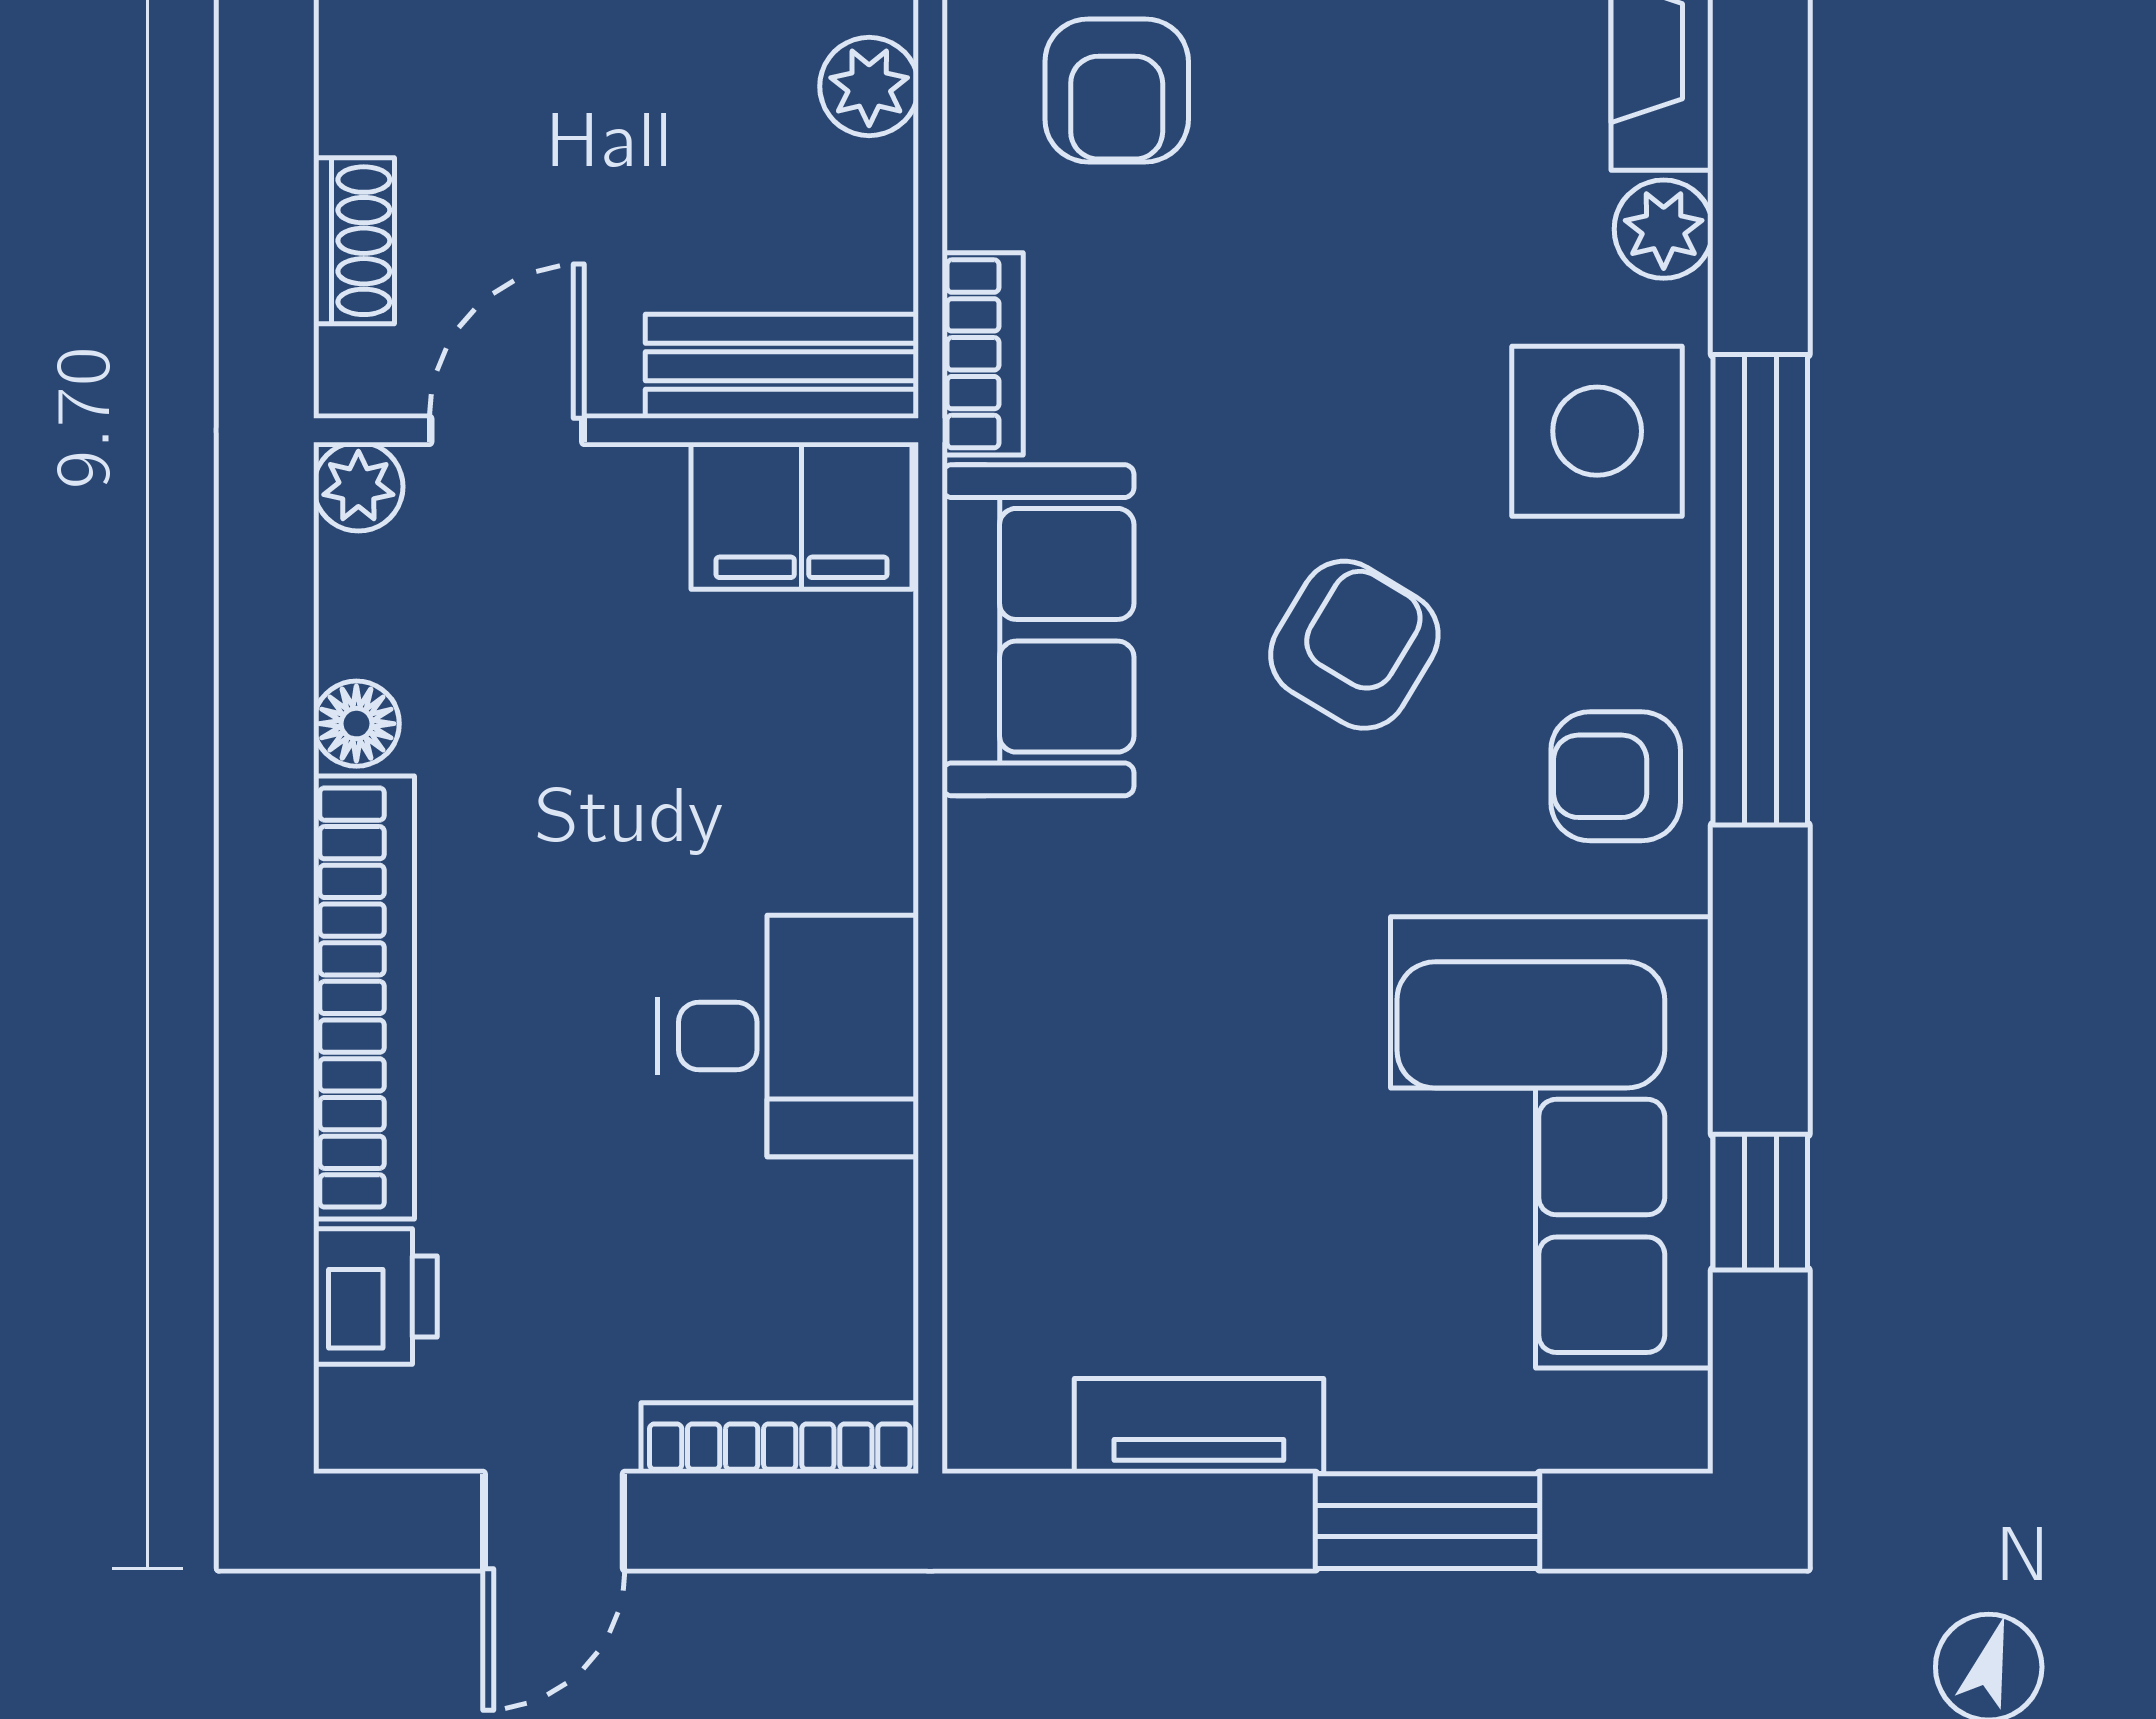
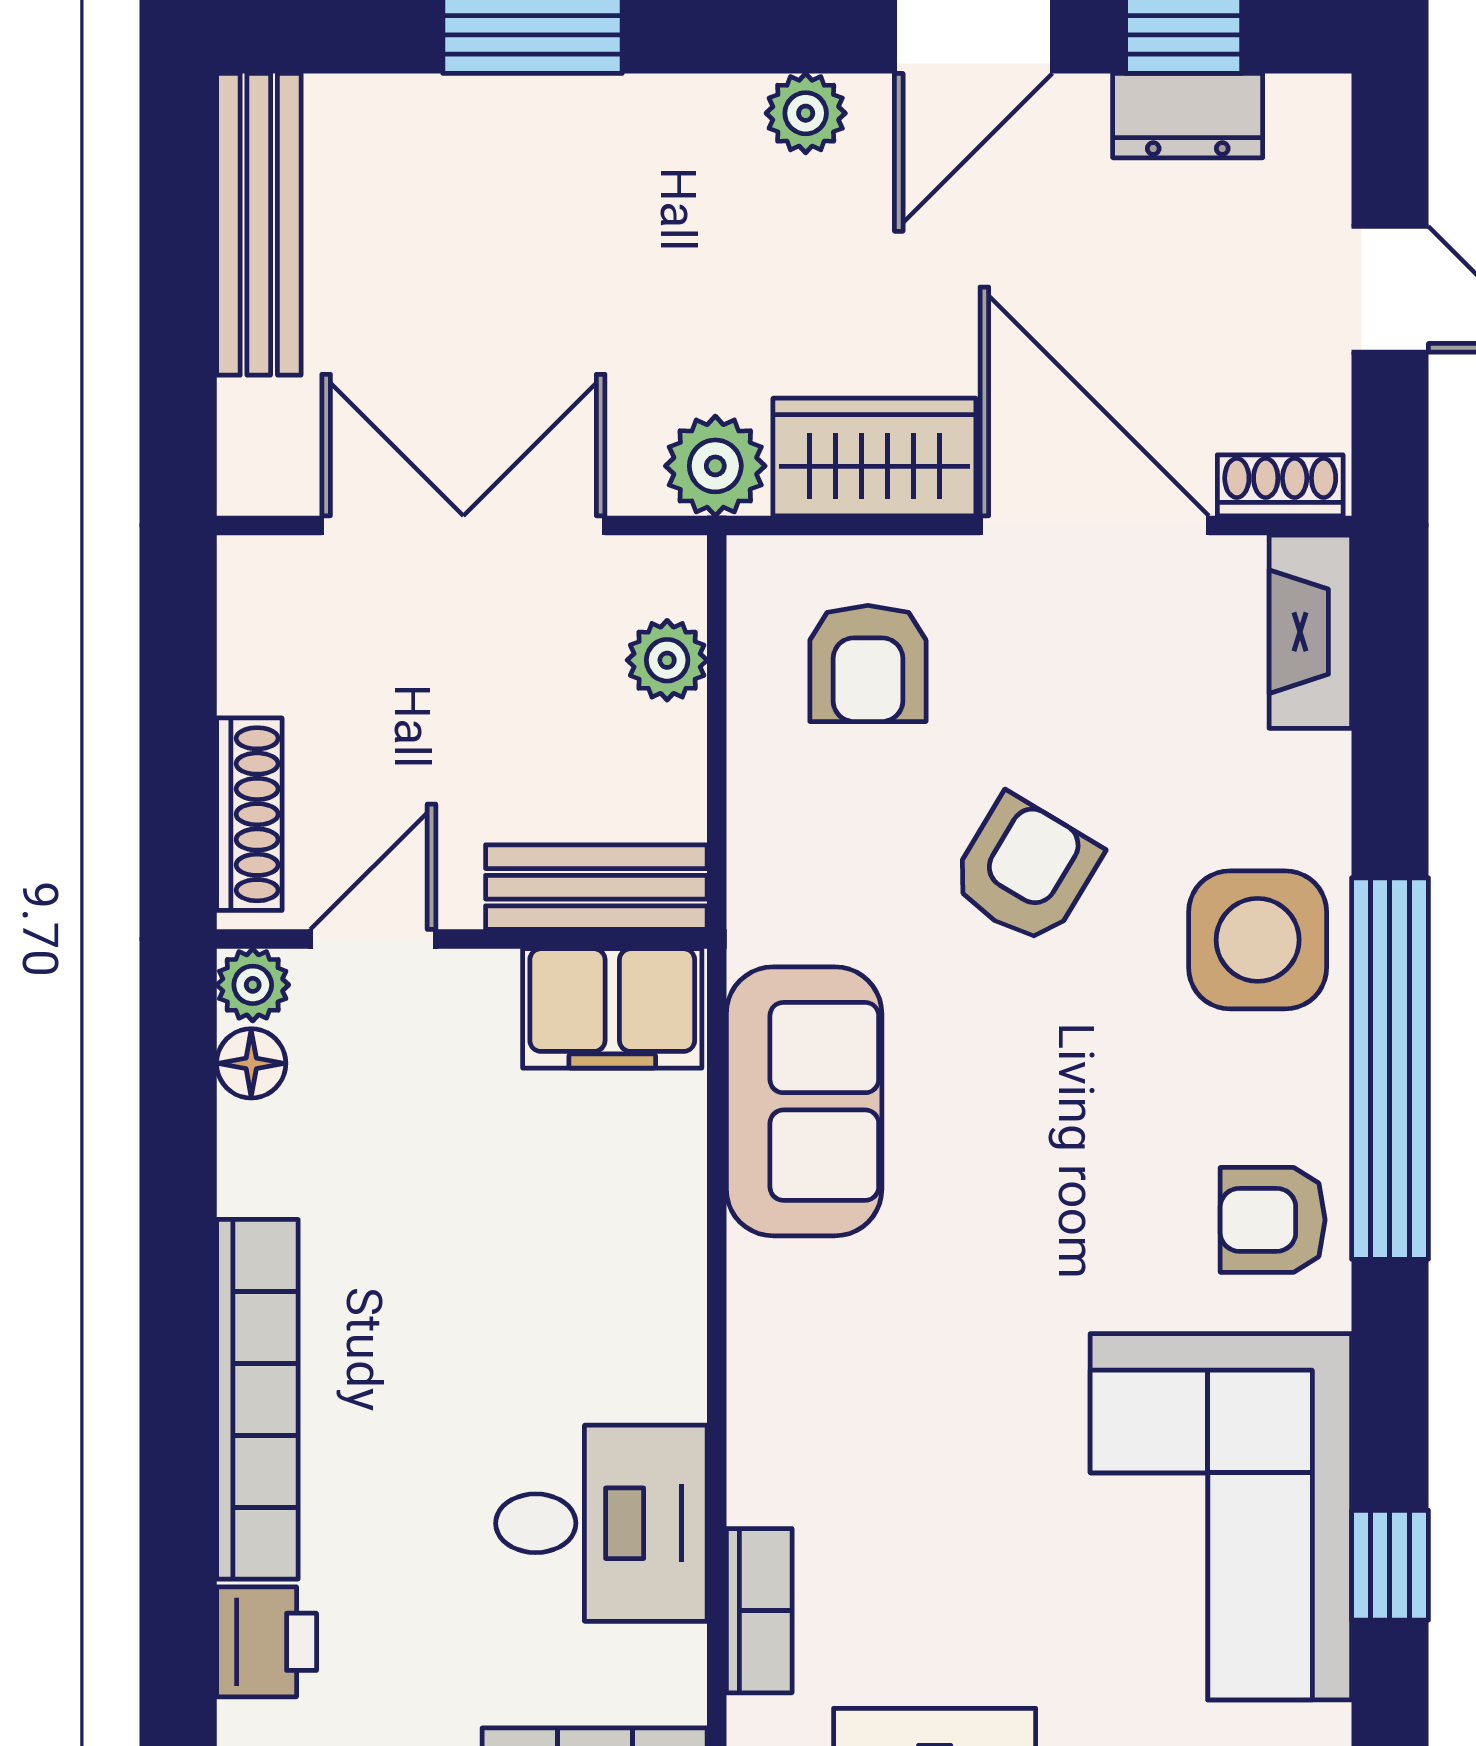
plant: (1664, 229) -> (1312, 776), removed
shoe rack: (354, 241) -> (249, 814), width x1.43
bookcase: (983, 354) -> (759, 1611), moved
armchair: (1354, 645) -> (1025, 870), moved
floor lamp: (356, 724) -> (251, 1063), moved
desk: (788, 1036) -> (601, 1523), moved

